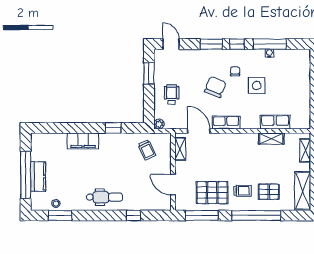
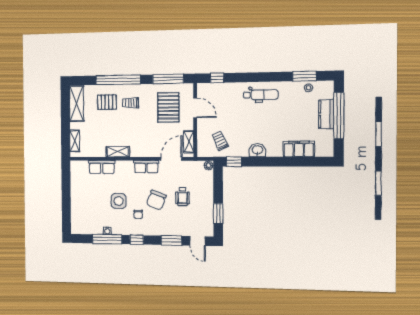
window: (211, 44) -> (171, 240), moved
wheelchair: (172, 94) -> (183, 196), moved
window: (113, 128) -> (234, 162), moved
door: (199, 131) -> (171, 159), swing flipped
shelving: (271, 139) -> (118, 152), moved
washbasin: (108, 140) -> (257, 150), added
filing cabinet: (83, 141) -> (299, 149), moved
pallet: (212, 193) -> (168, 107), moved, turned 90
dental chair: (104, 197) -> (261, 95), turned 180
window: (134, 215) -> (217, 78), moved

